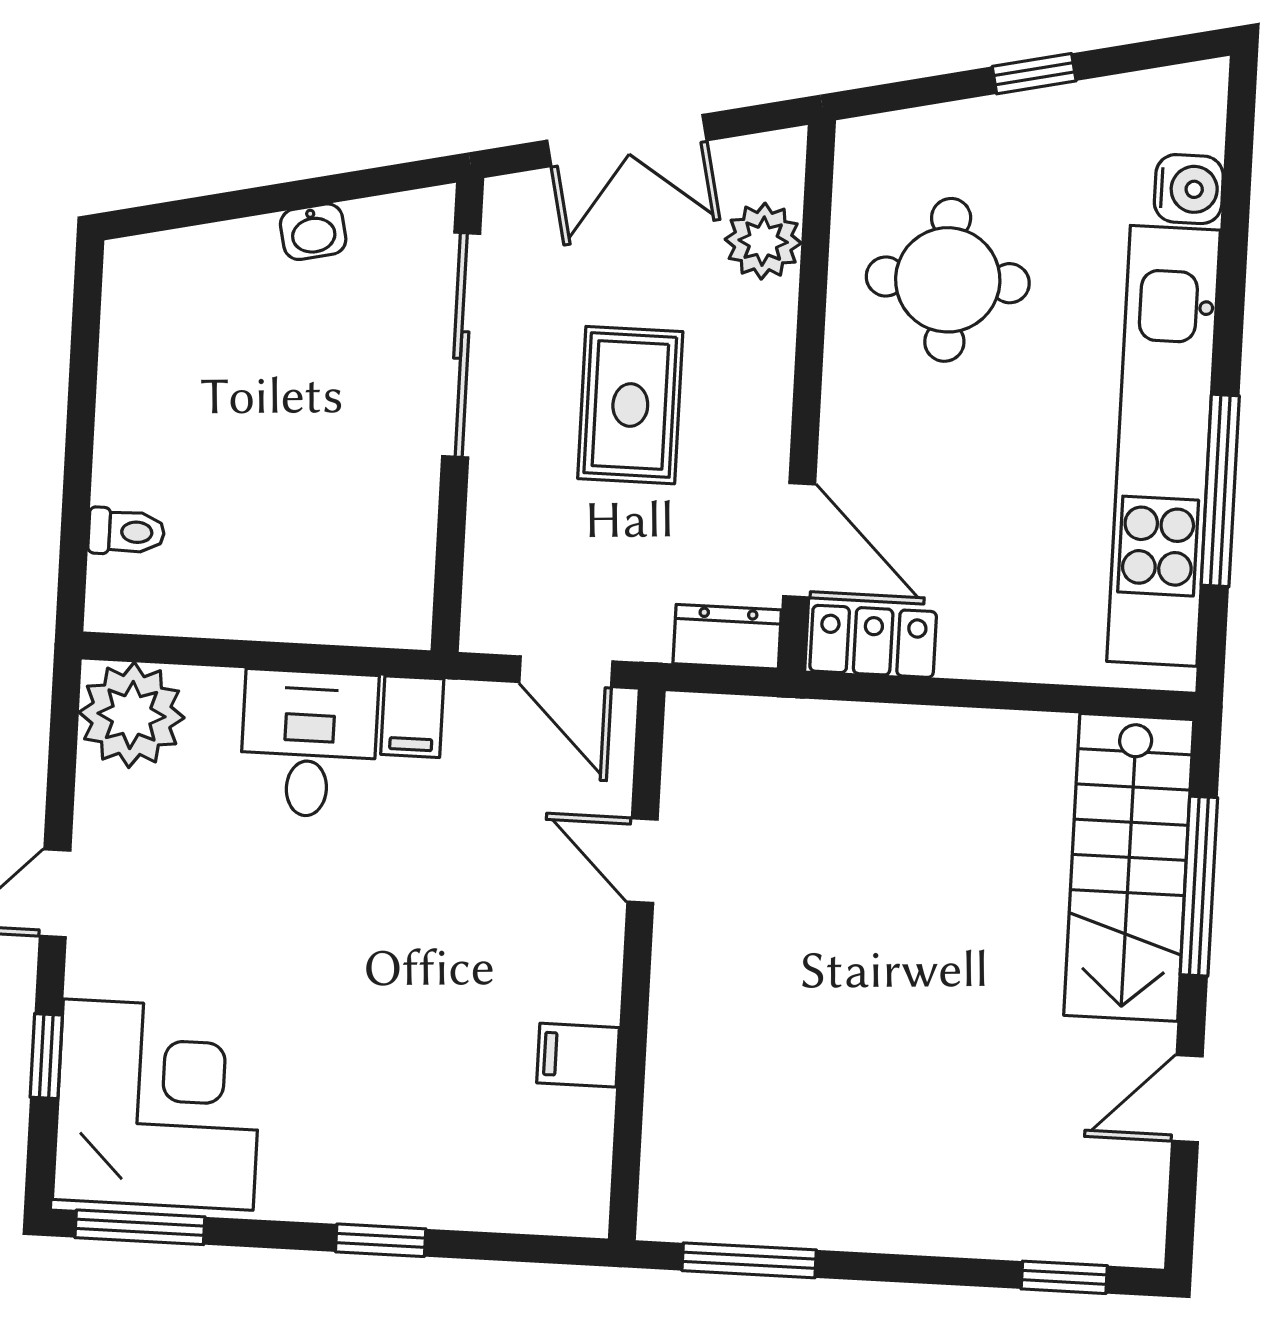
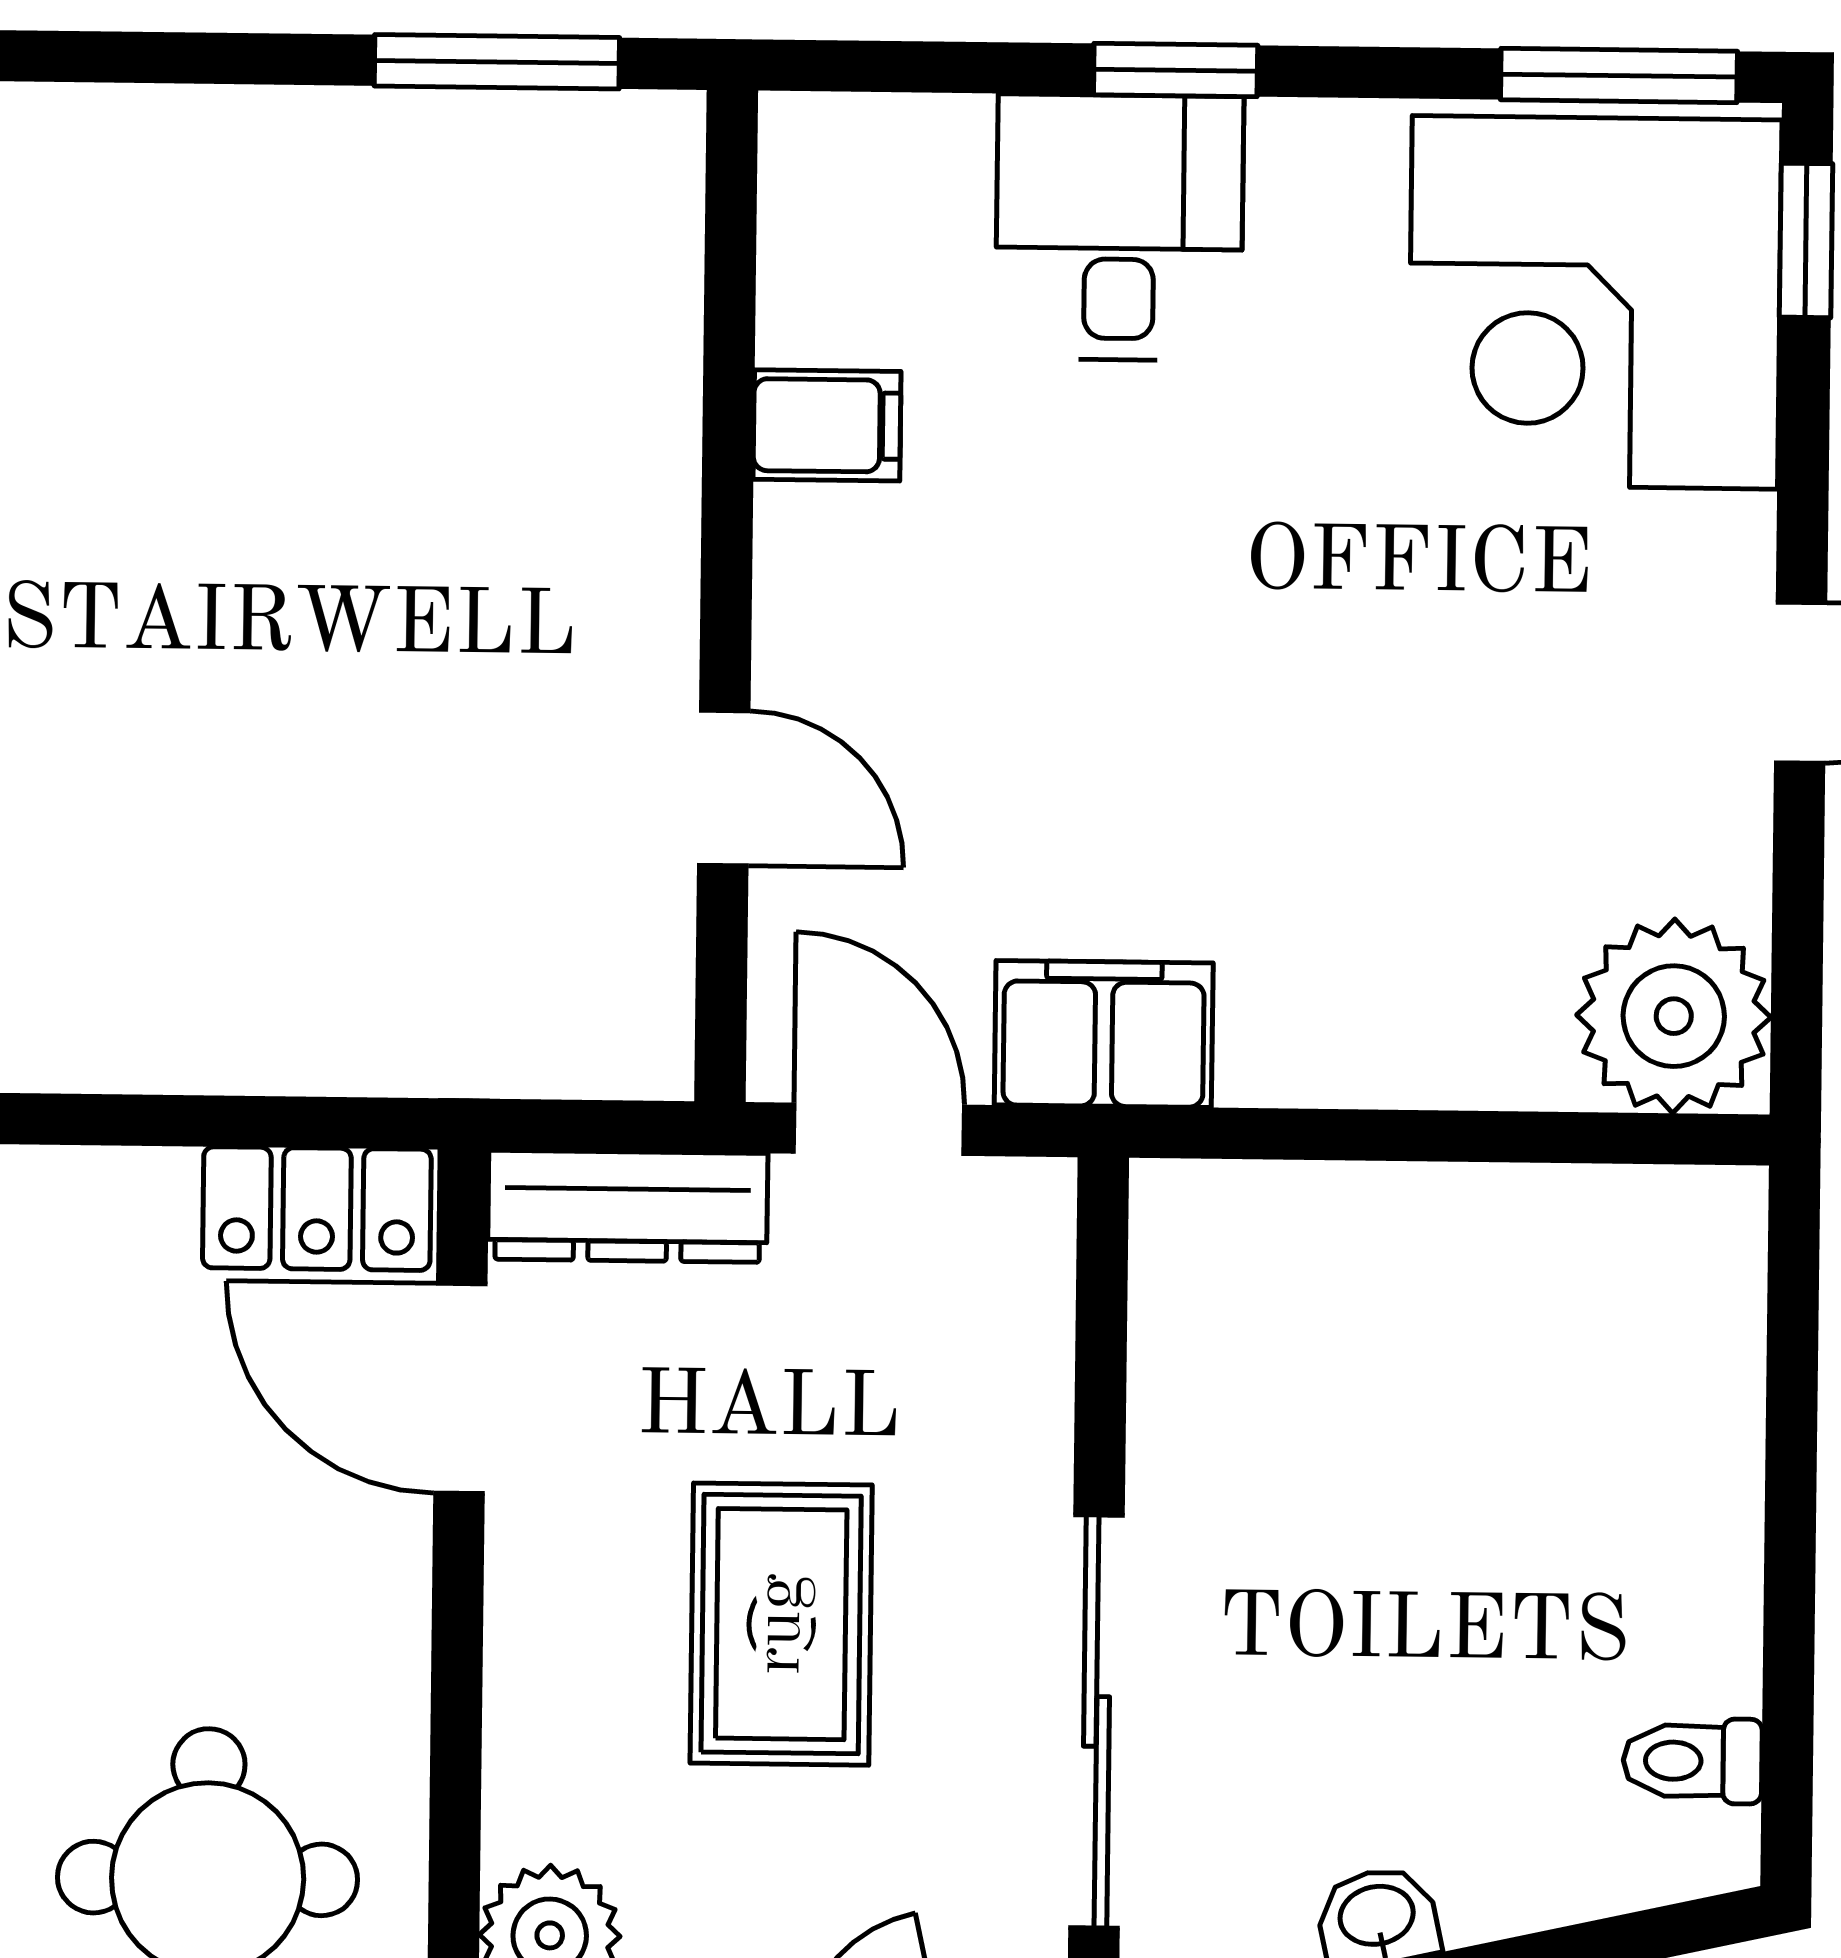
toilet: (126, 532) -> (1693, 1761), moved
dresser: (727, 637) -> (628, 1206), width x1.44
filing cabinet: (412, 717) -> (1104, 1034), width x2.00
desk: (309, 744) -> (1119, 227), moved, turned 180
window: (46, 1056) -> (1806, 240), moved

